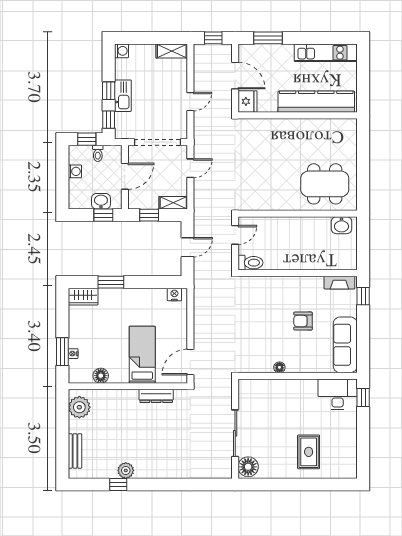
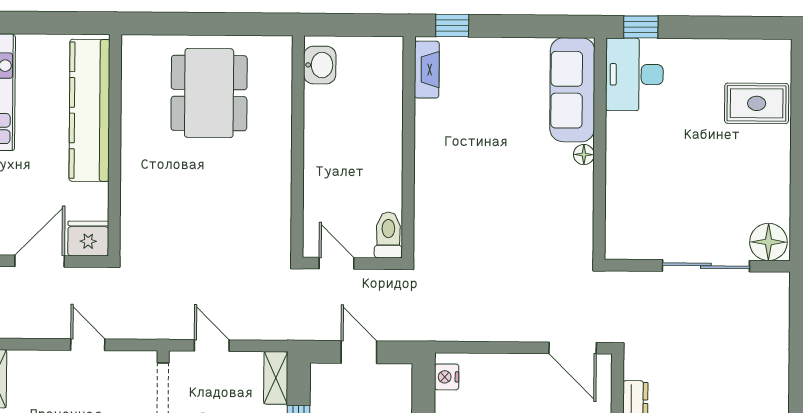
dining table: (325, 184) -> (209, 93), moved
armchair: (303, 321) -> (498, 138), removed
sofa: (345, 345) -> (572, 90), moved, turned 90
floor lamp: (279, 367) -> (584, 155), moved
rug: (309, 452) -> (757, 103), moved

